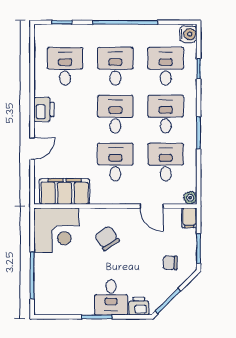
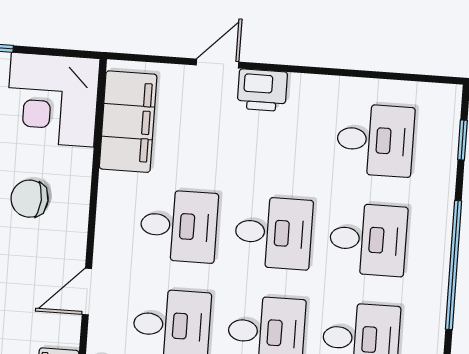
printer: (44, 109) -> (262, 90), moved
door: (32, 148) -> (218, 64), swing flipped
chair: (107, 238) -> (30, 199), turned -144

